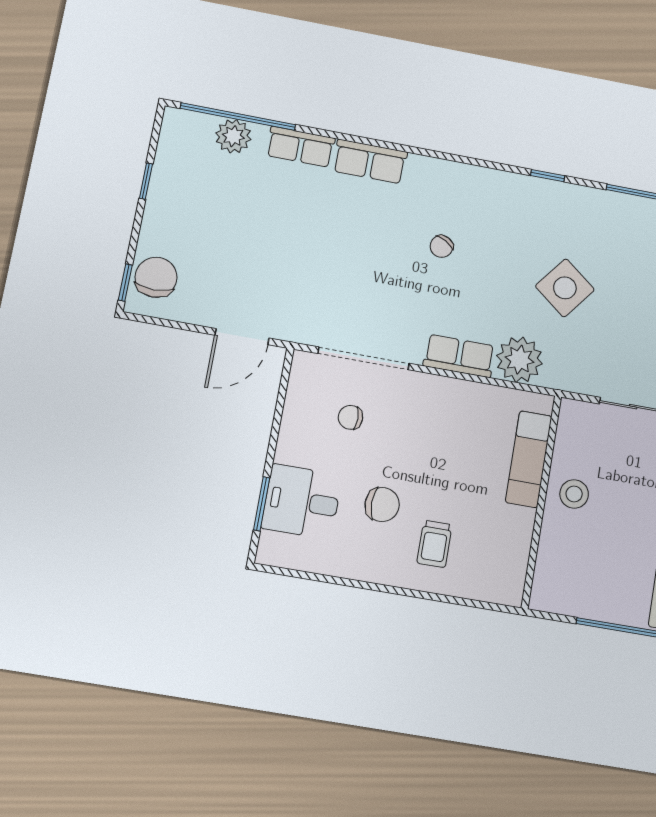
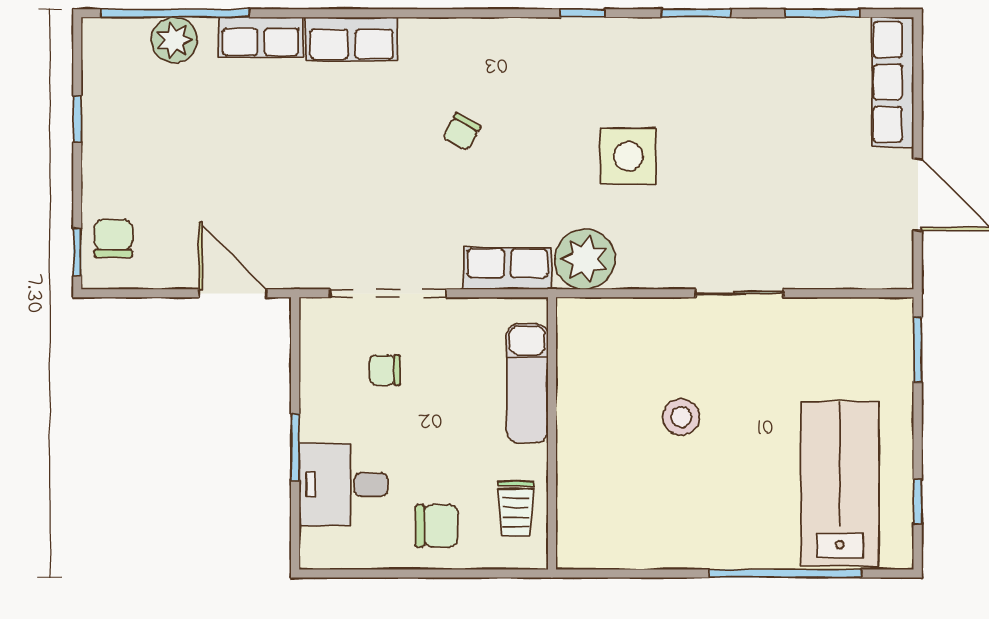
chair: (156, 277) -> (113, 238), width x0.73, depth x0.73
side table: (565, 288) -> (628, 156), turned -38
door: (242, 337) -> (233, 293), swing flipped
exam couch: (529, 459) -> (527, 383), moved
wall: (541, 501) -> (552, 433), moved
window: (262, 504) -> (295, 447), moved
chair: (382, 505) -> (437, 526), moved

